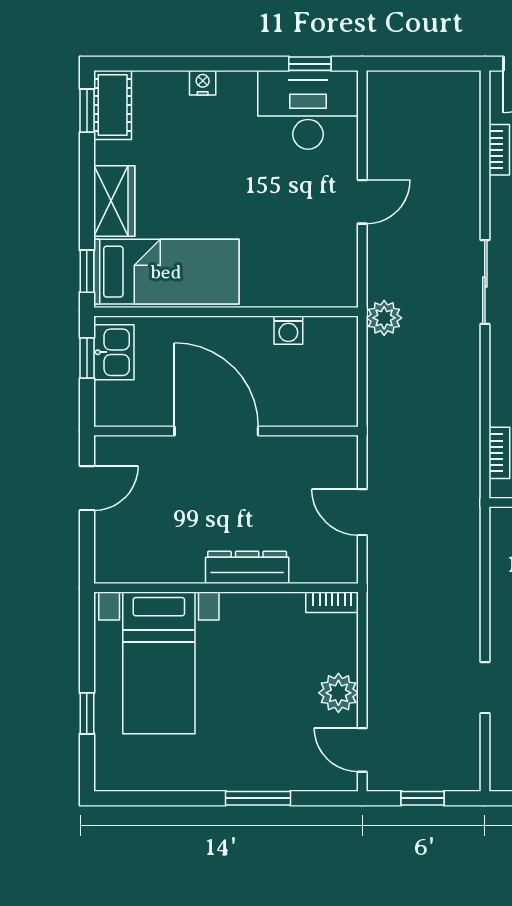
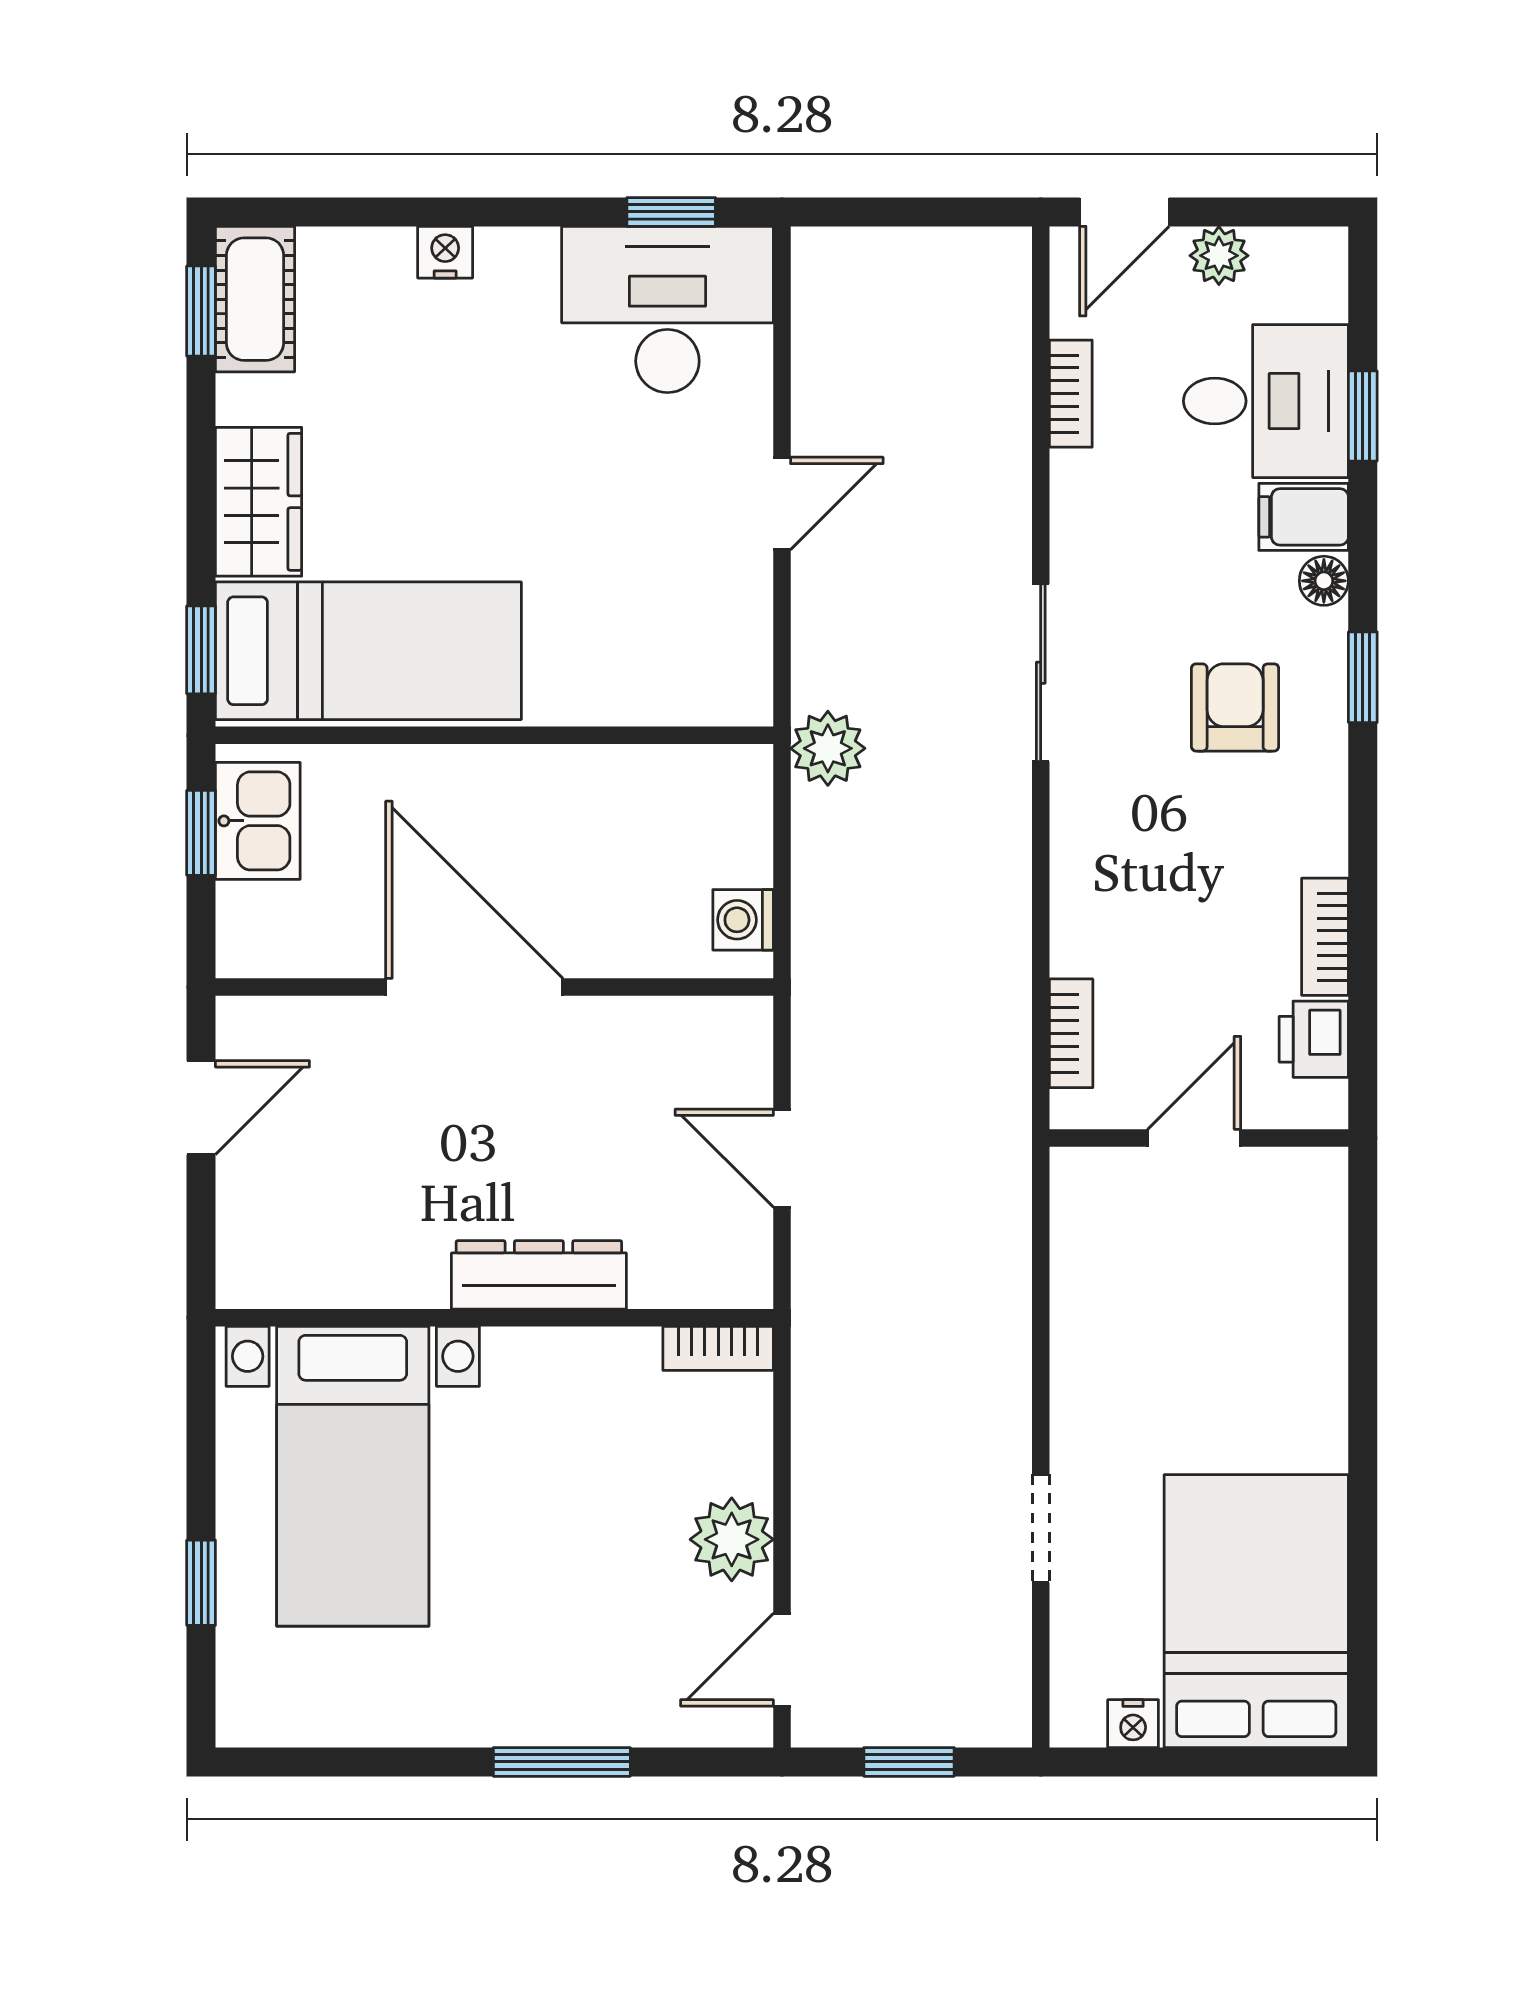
washing machine: (288, 330) -> (743, 920), moved, turned 90
door: (362, 750) -> (782, 1660), hinge flipped

